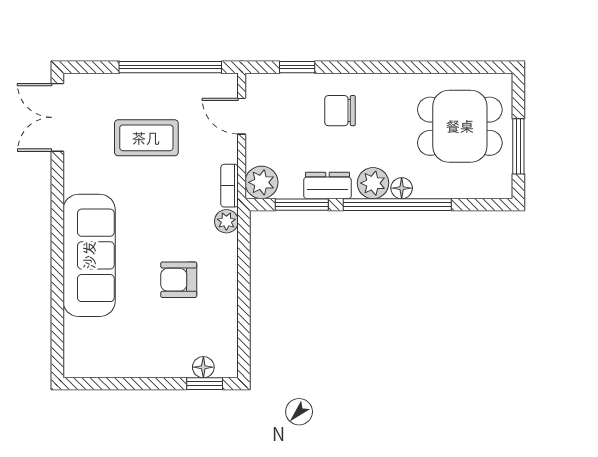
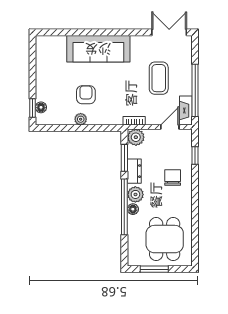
fireplace: (210, 85) -> (186, 111), added
plant: (226, 221) -> (81, 119), moved

